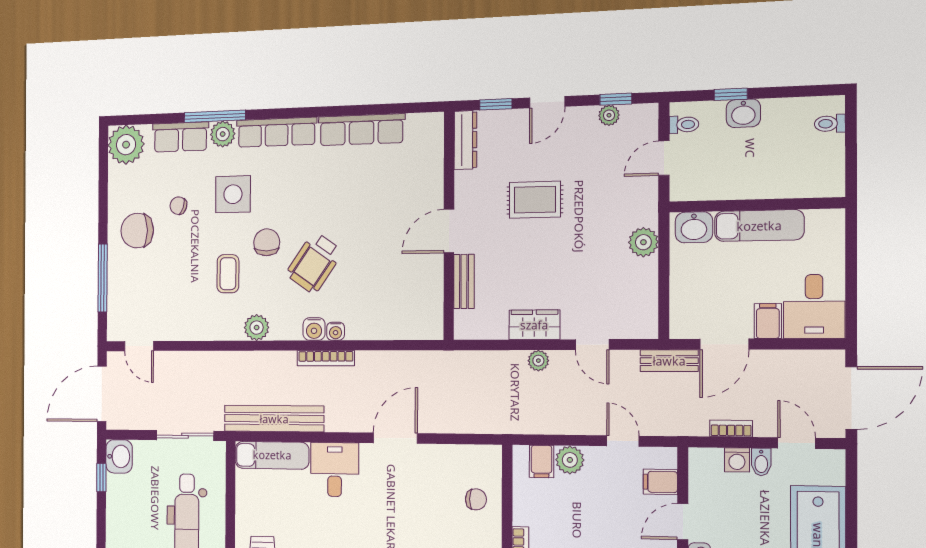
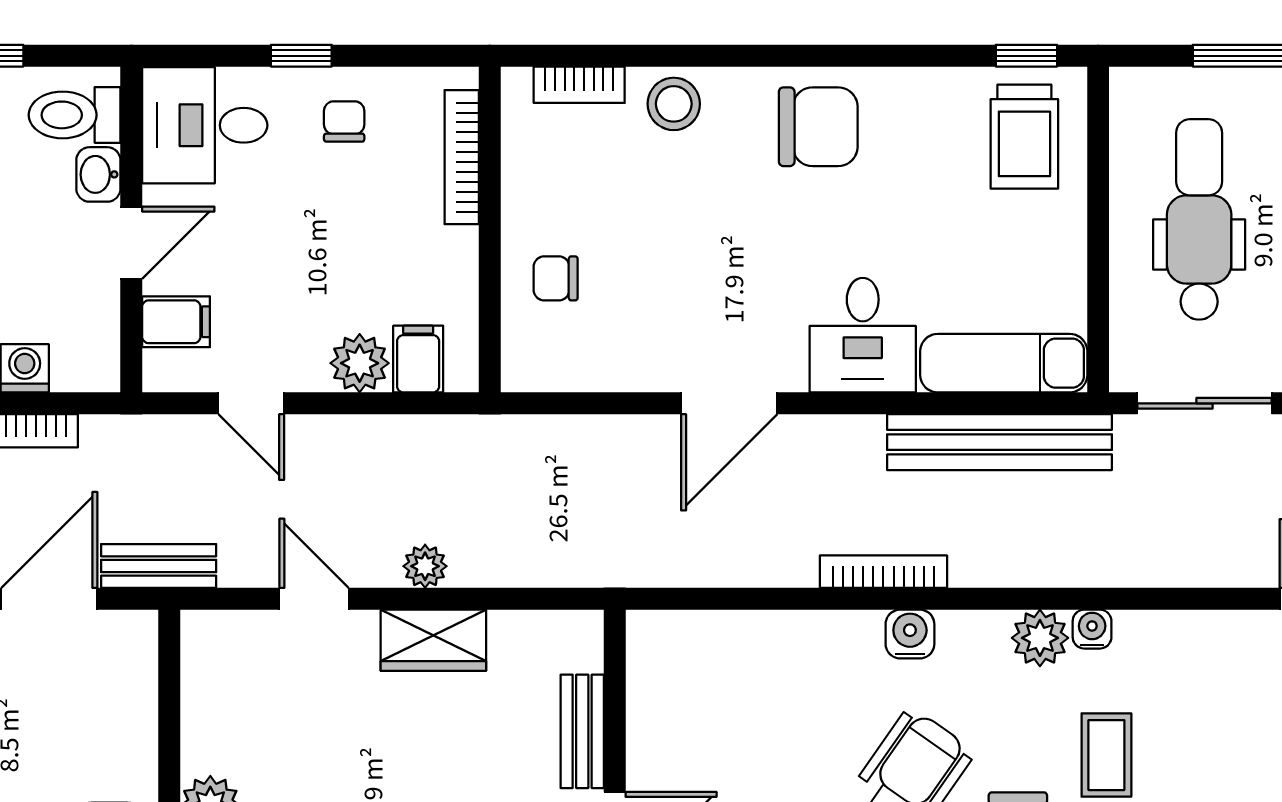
water cooler: (336, 331) -> (1092, 629), moved

